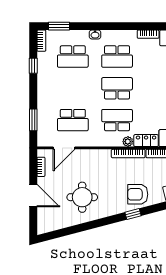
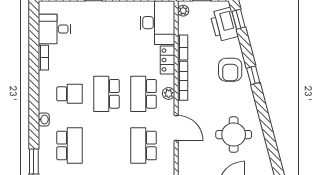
school desk: (117, 57) -> (69, 94), width x0.54
school desk: (73, 120) -> (144, 145), turned 180
plant: (128, 142) -> (169, 93), moved
door: (64, 148) -> (176, 128), moved

